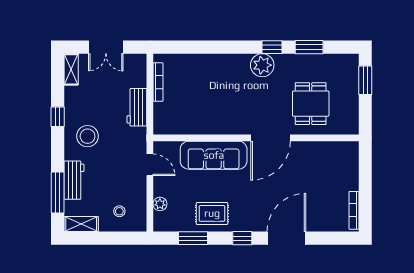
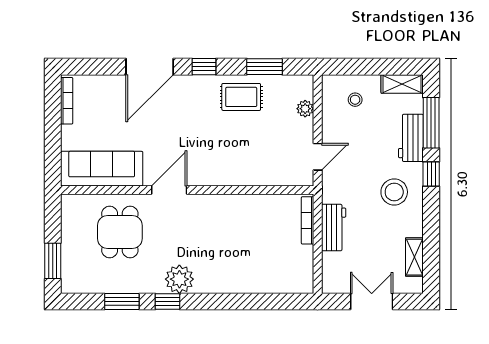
shelving: (71, 69) -> (414, 257), moved
bookcase: (158, 82) -> (308, 220), moved
window: (58, 117) -> (431, 174), moved
door: (271, 138) -> (169, 190), width x0.73
sofa: (214, 155) -> (102, 169), moved
door: (150, 165) -> (318, 157), swing flipped

